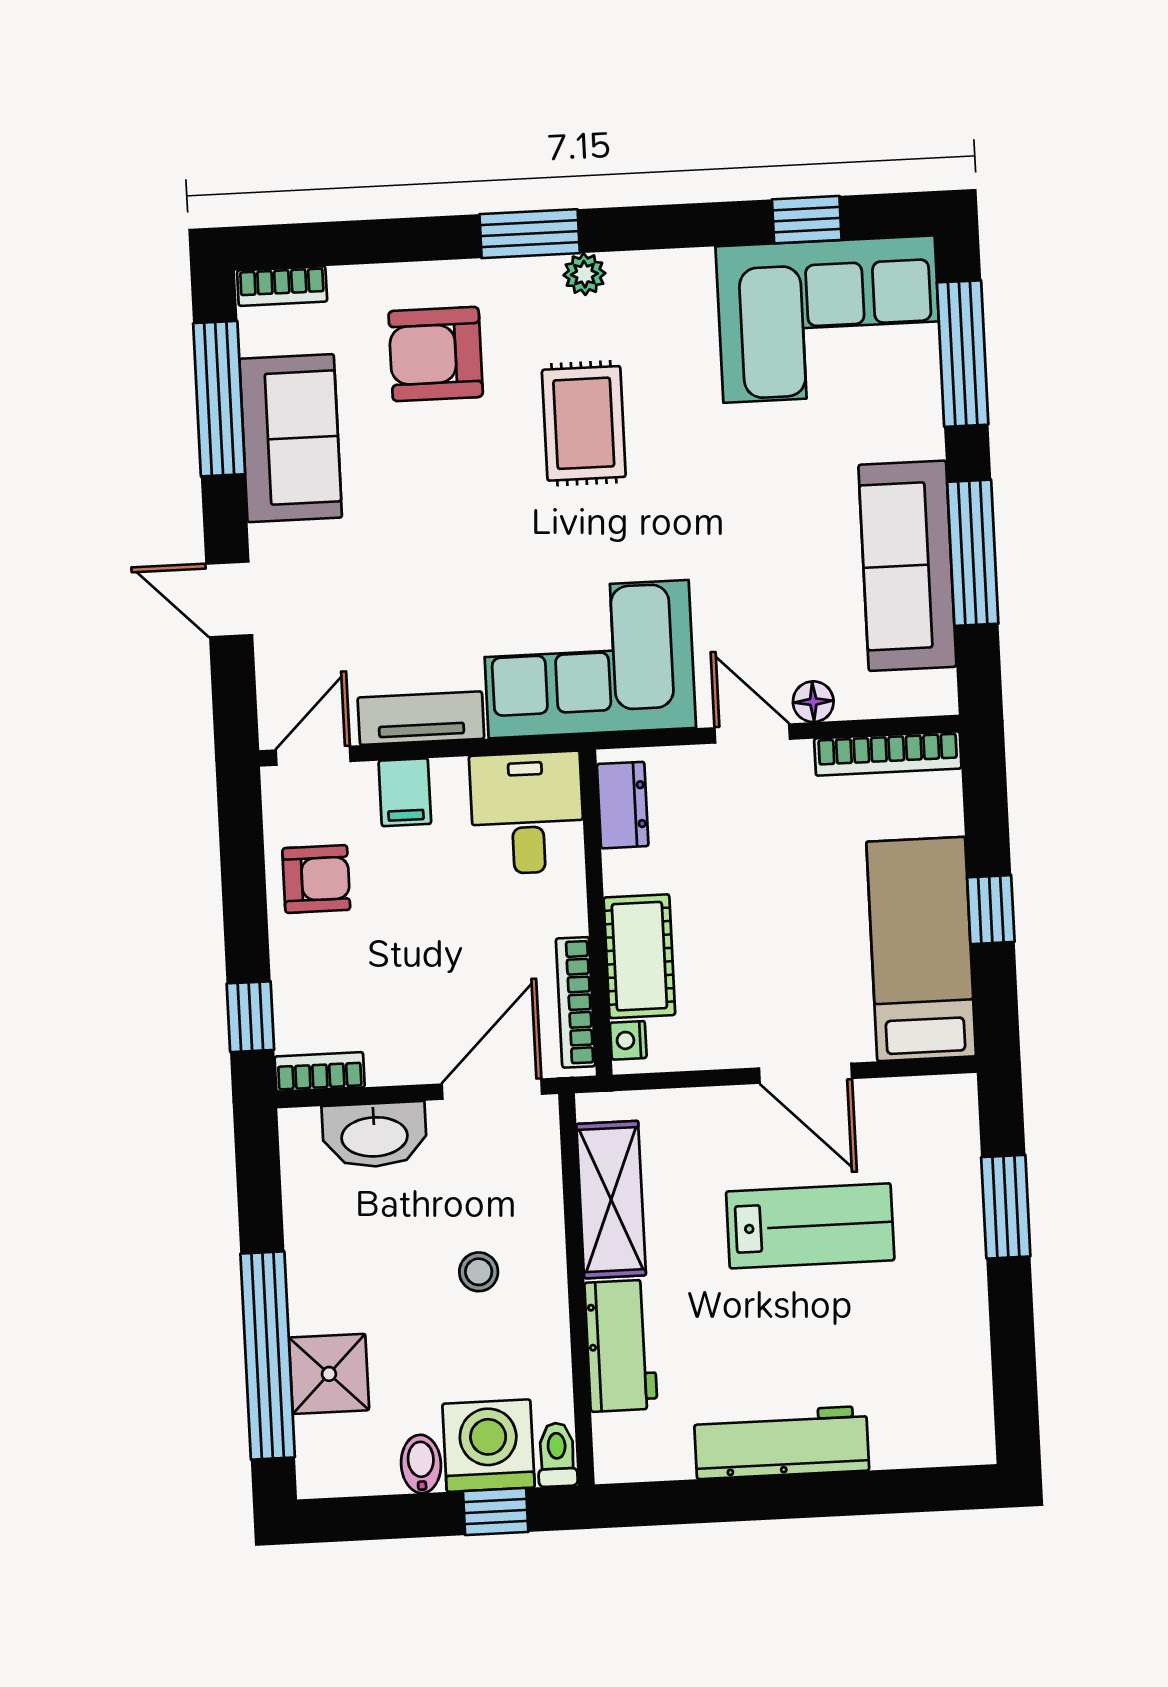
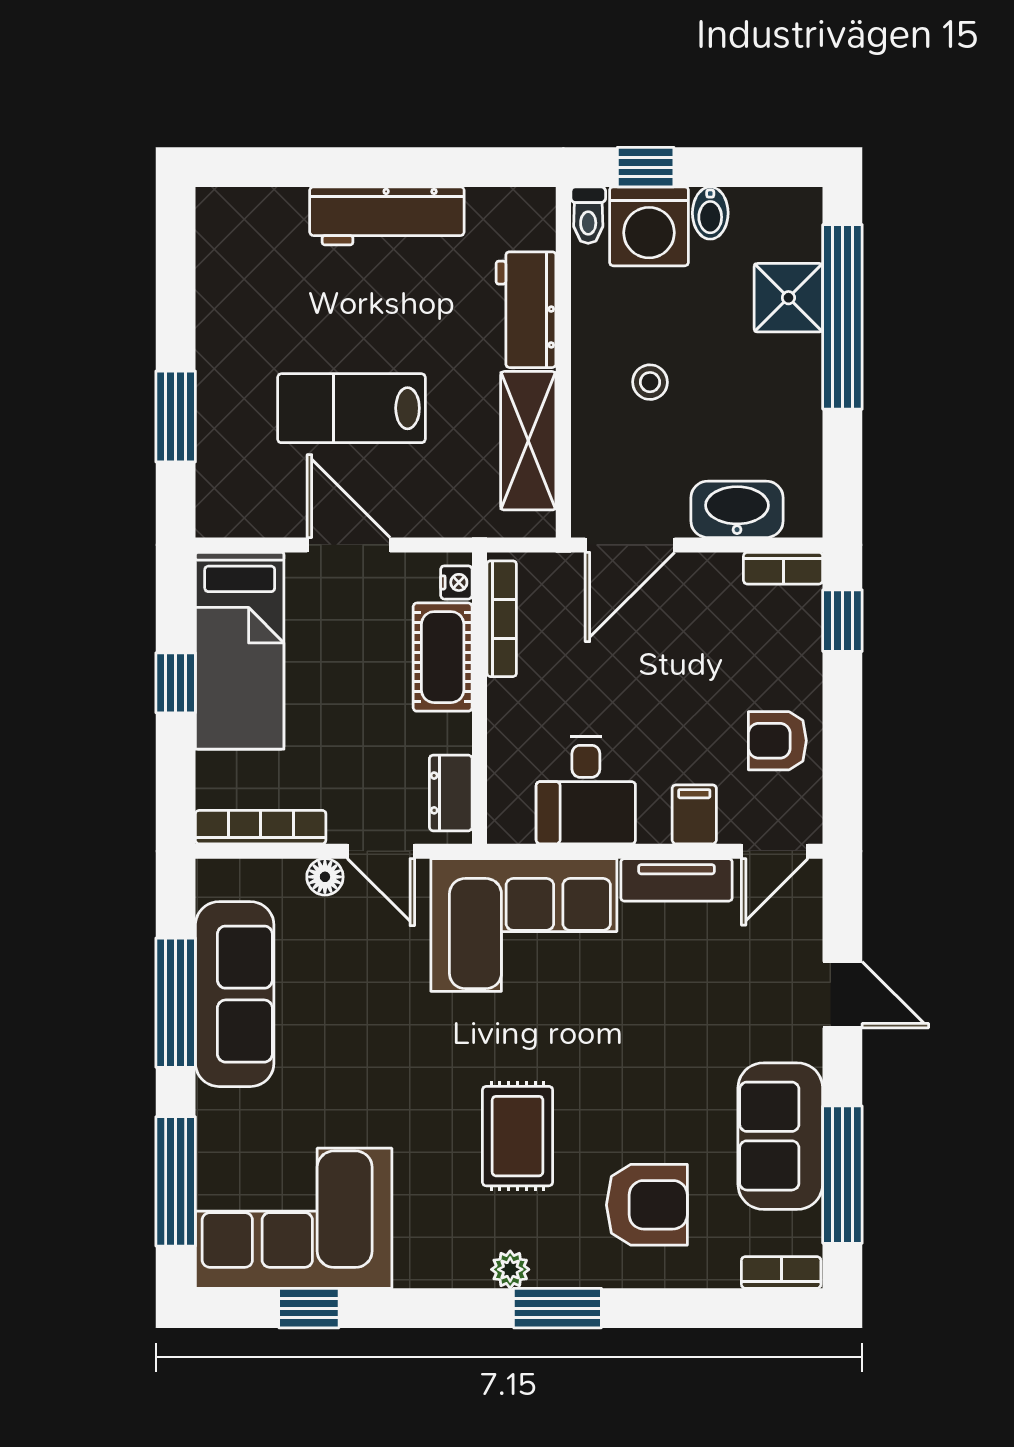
dresser: (623, 805) -> (451, 793), moved
wall: (596, 913) -> (479, 698), moved
cot: (639, 956) -> (443, 657), moved
bookcase: (576, 1002) -> (502, 619), moved
nightstand: (628, 1040) -> (456, 582), moved

